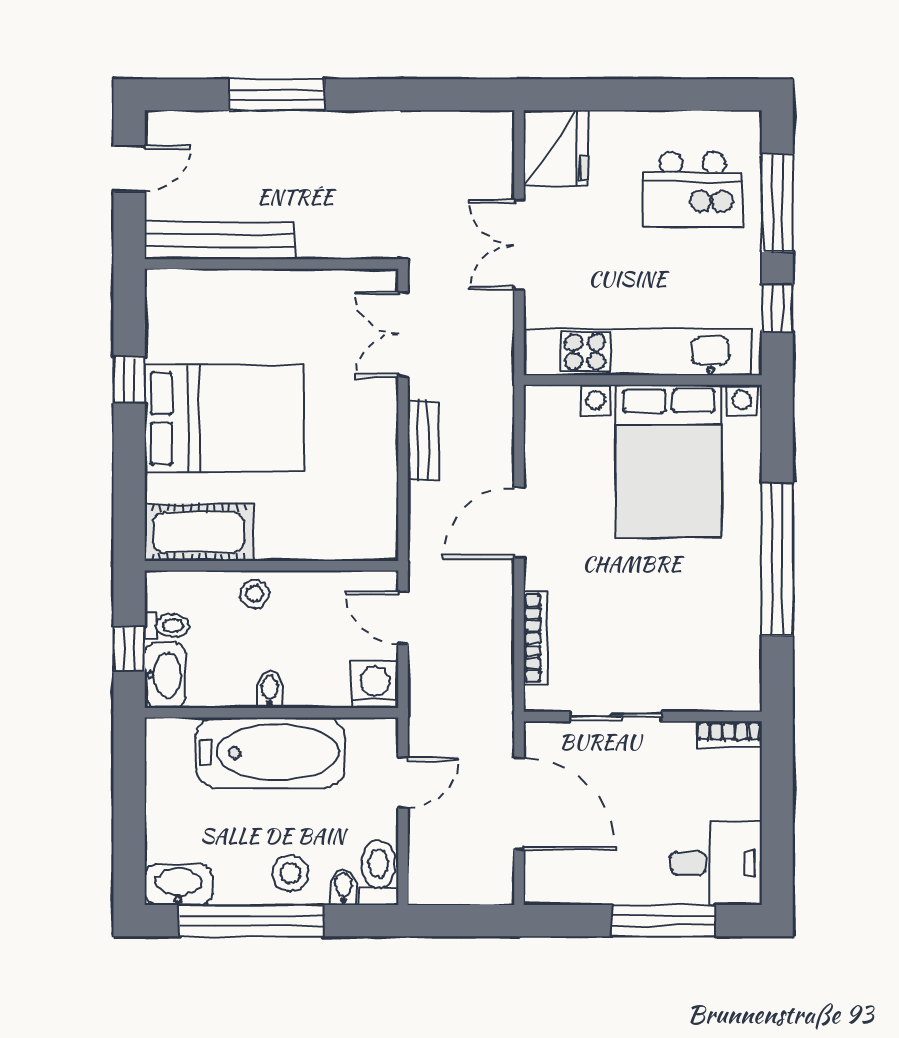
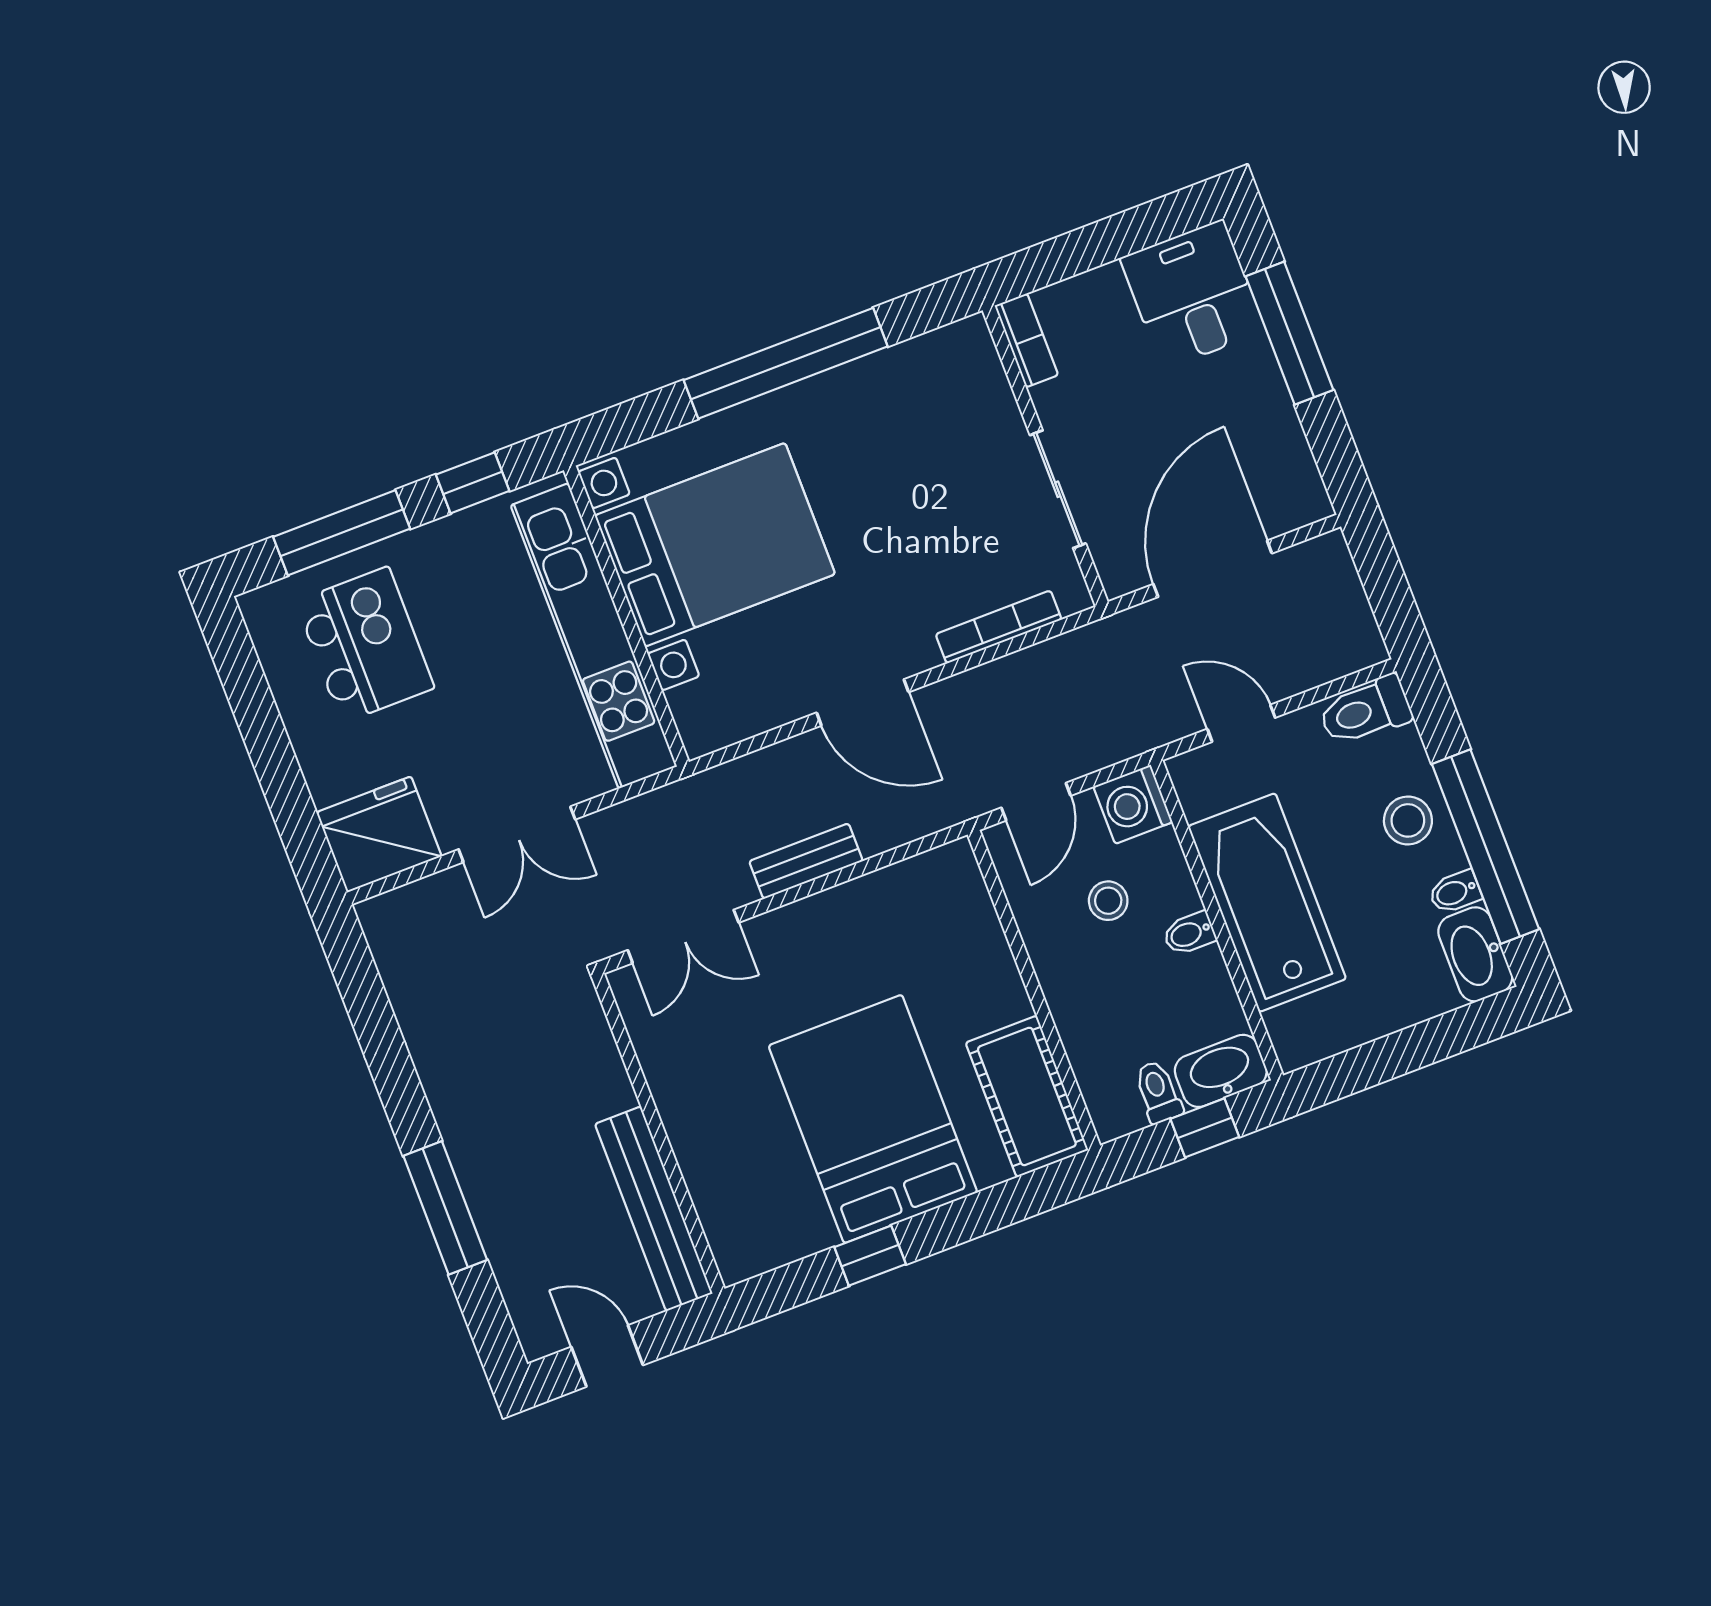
stool: (255, 594) -> (1108, 901), moved
bidet: (343, 887) -> (1455, 892), moved

